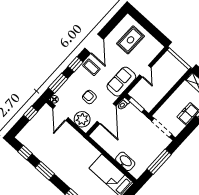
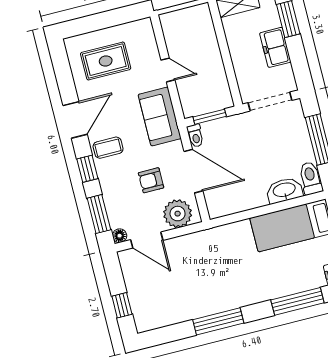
rug: (131, 40) -> (106, 61), turned 90
door: (94, 44) -> (75, 120), hinge flipped
window: (31, 113) -> (122, 305), moved
window: (25, 153) -> (171, 333), removed
toilet: (139, 170) -> (311, 178), added
window: (45, 171) -> (218, 321), width x1.44

